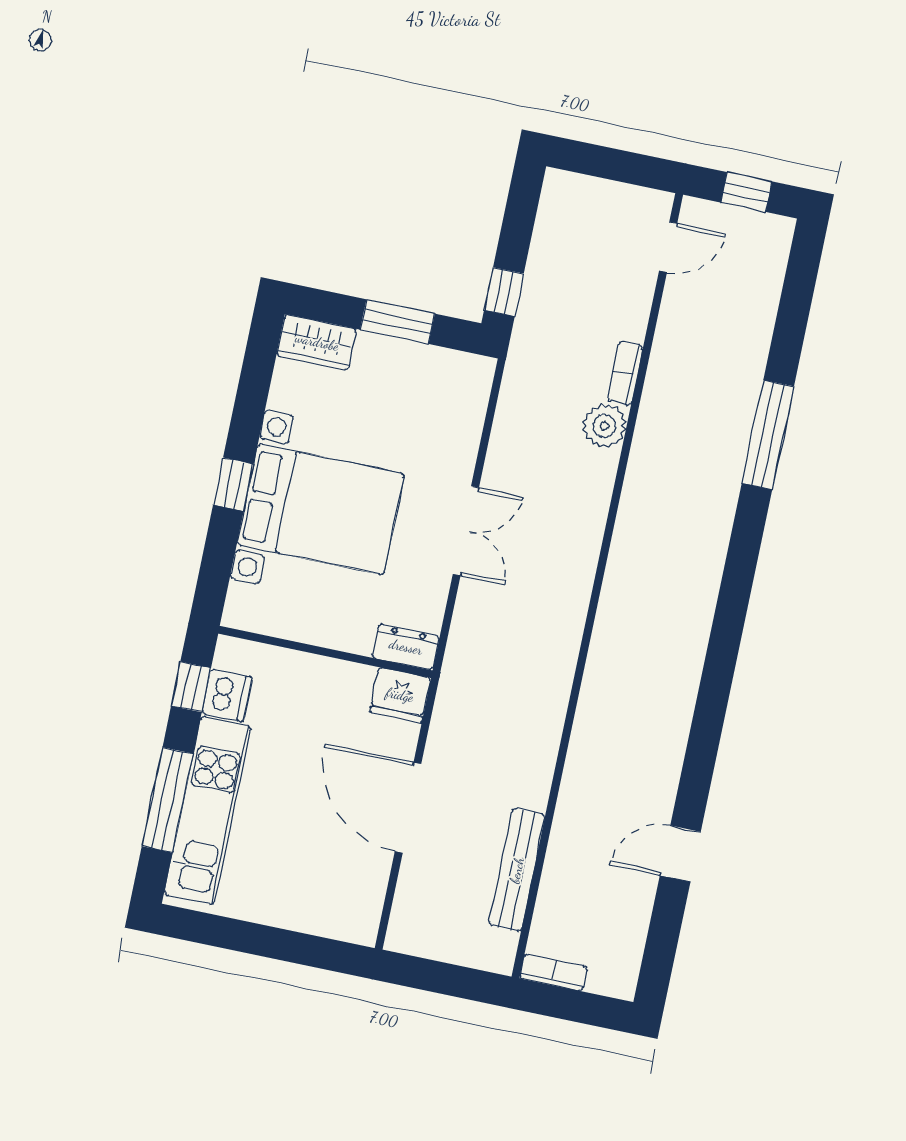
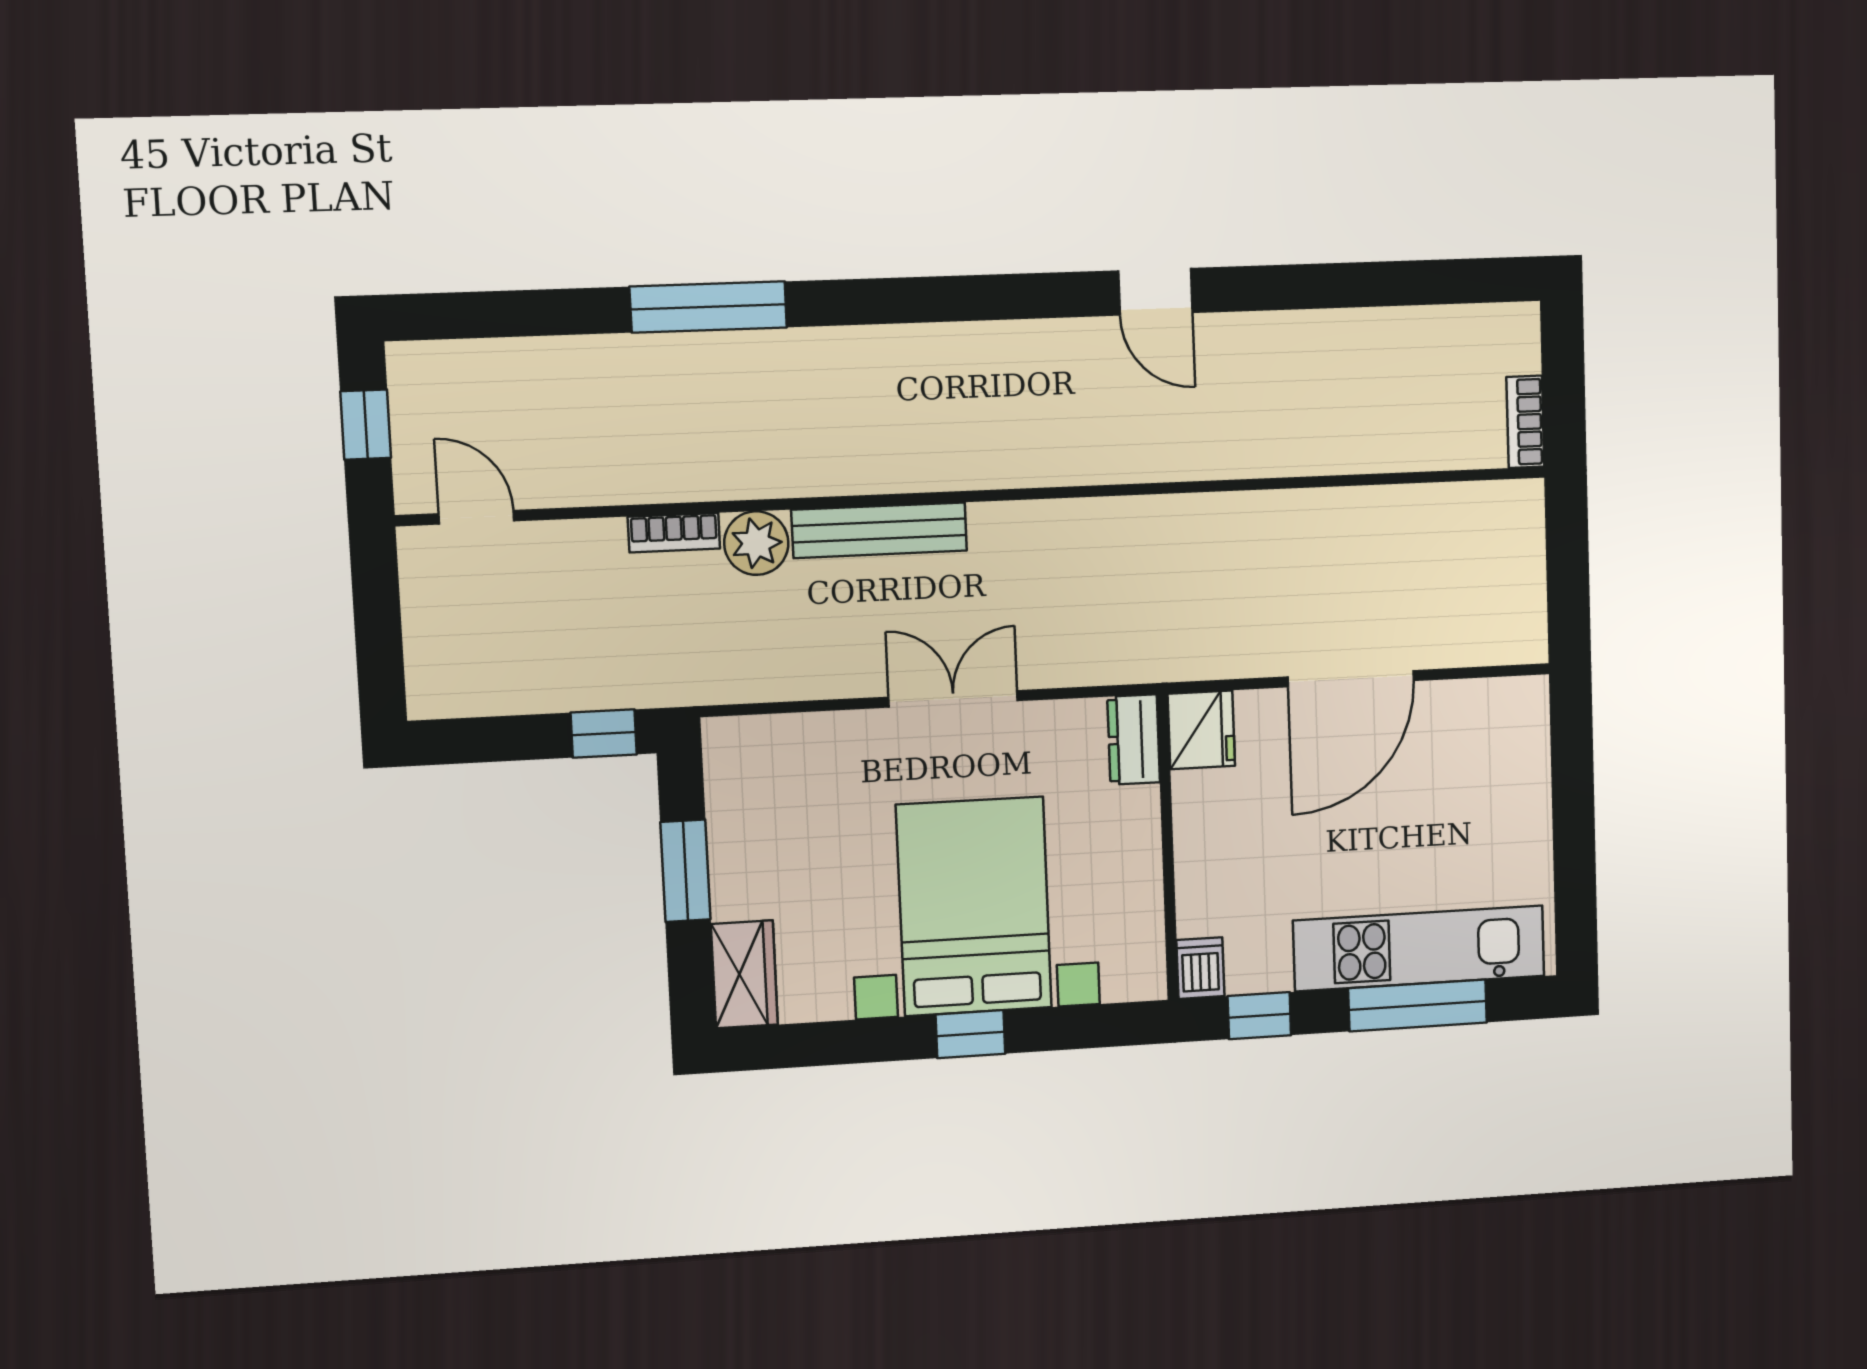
dishwasher: (227, 695) -> (1200, 968), moved, width x0.73
door: (680, 854) -> (1155, 292), moved
bench: (517, 870) -> (879, 530), moved

